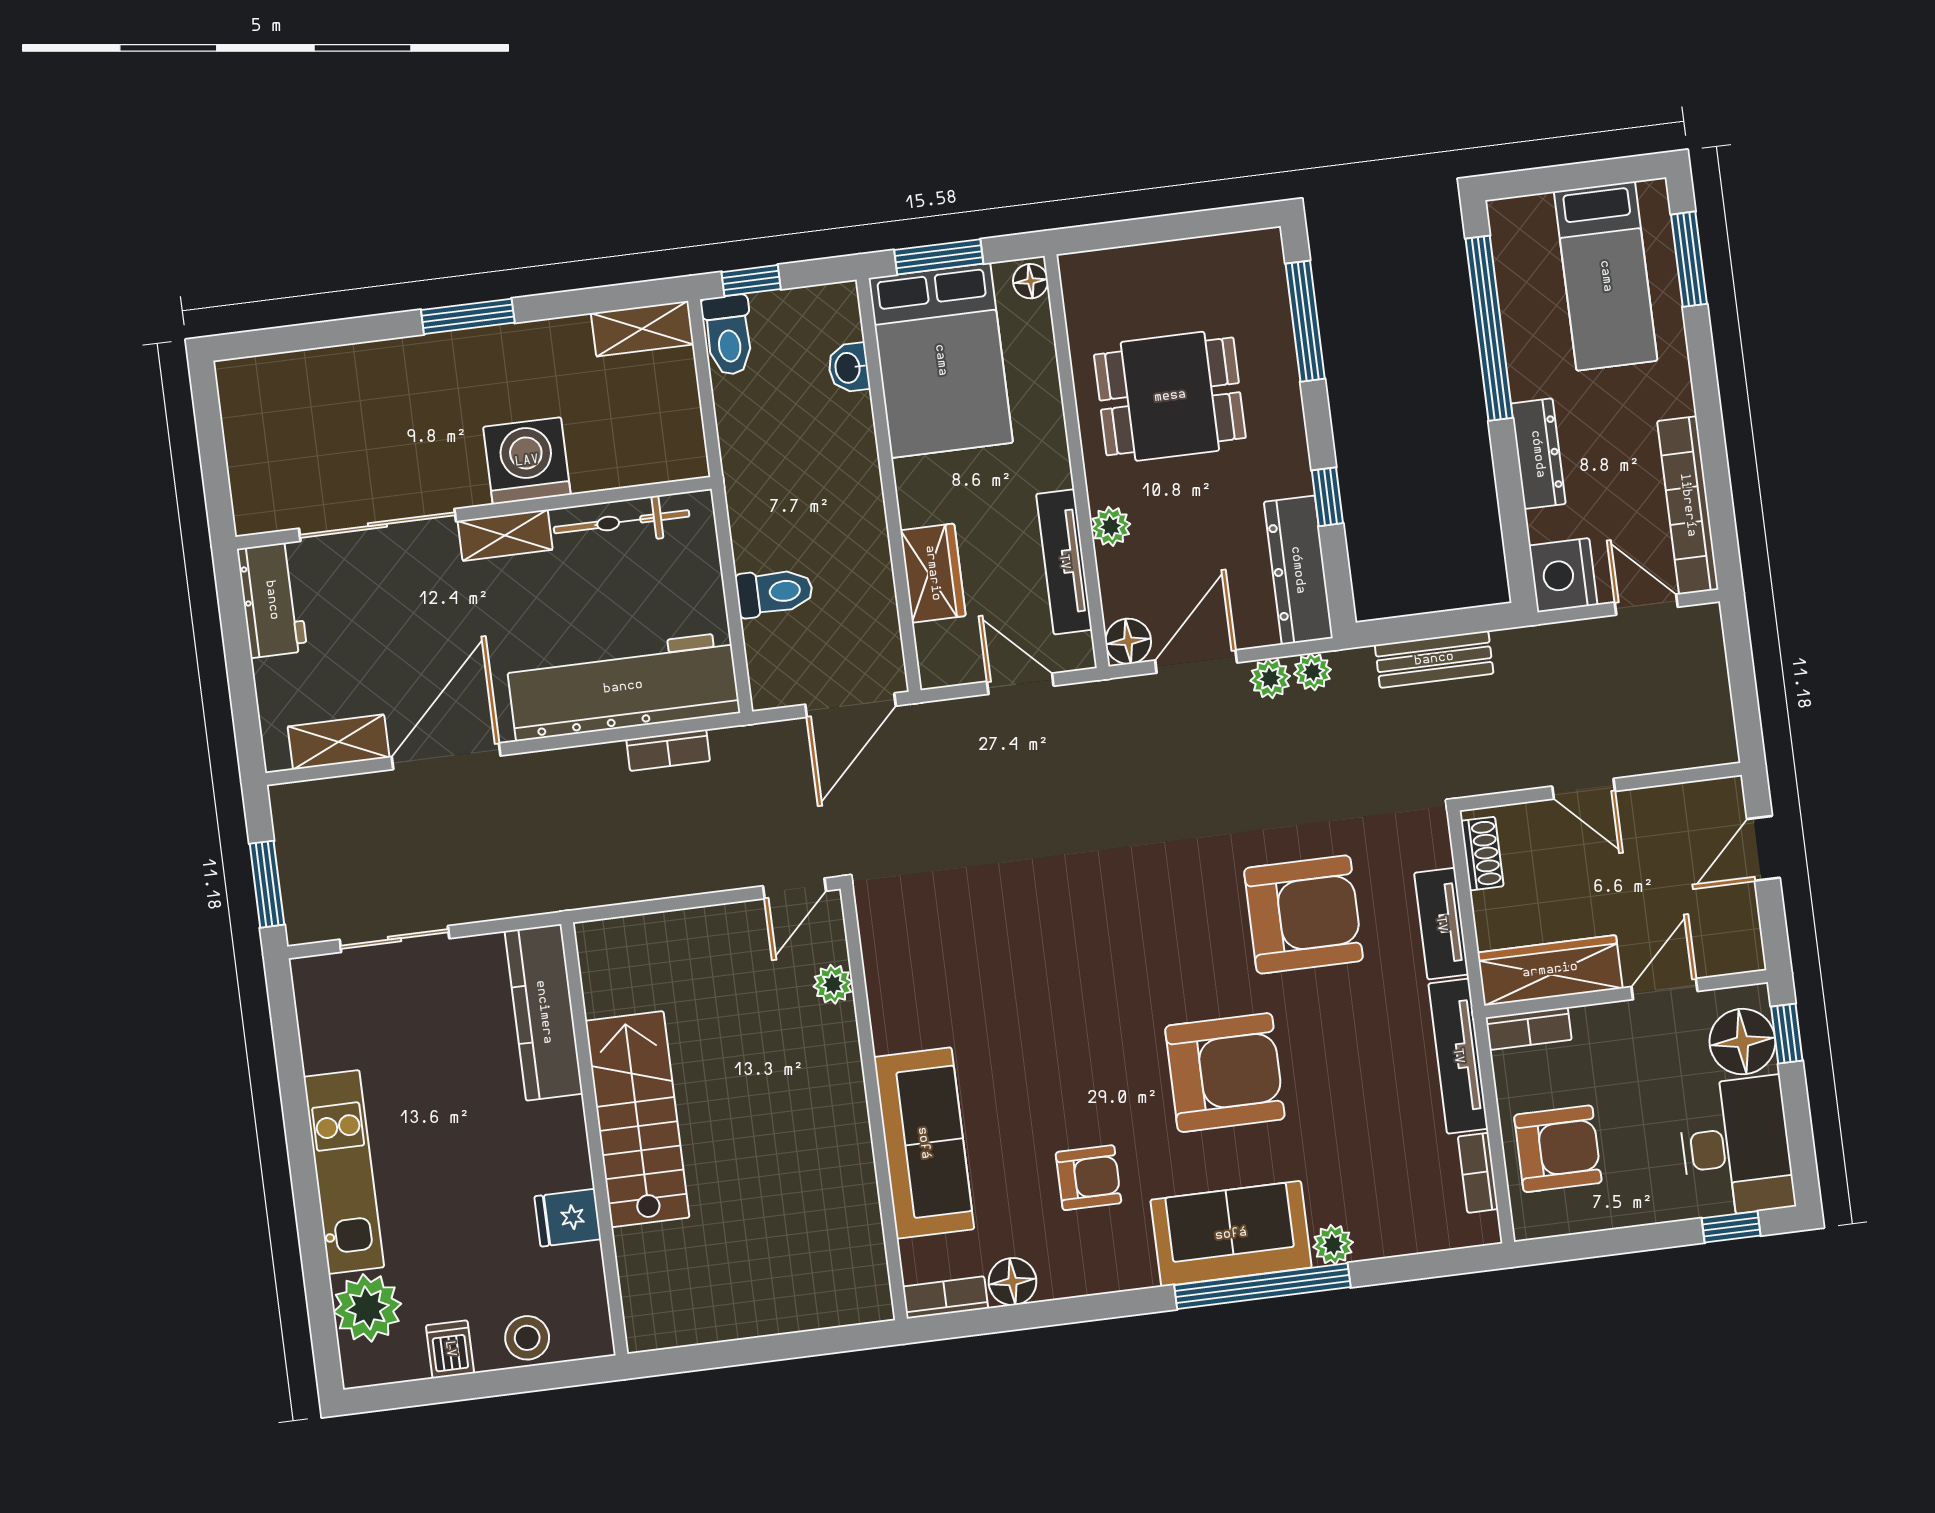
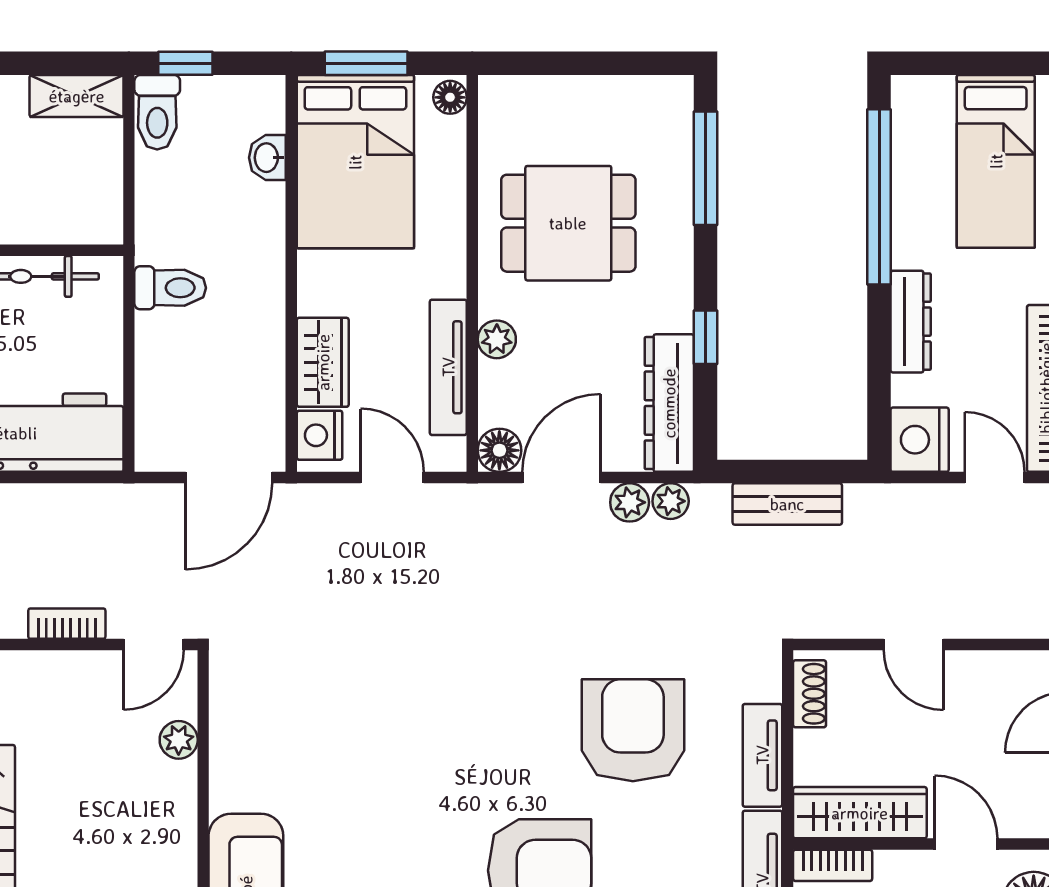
toilet: (774, 592) -> (170, 288), moved
nightstand: (939, 649) -> (320, 435), added
bookcase: (668, 750) -> (67, 624), moved, turned 180
armchair: (1304, 915) -> (633, 730), turned -90
door: (1665, 989) -> (966, 844), hinge flipped

